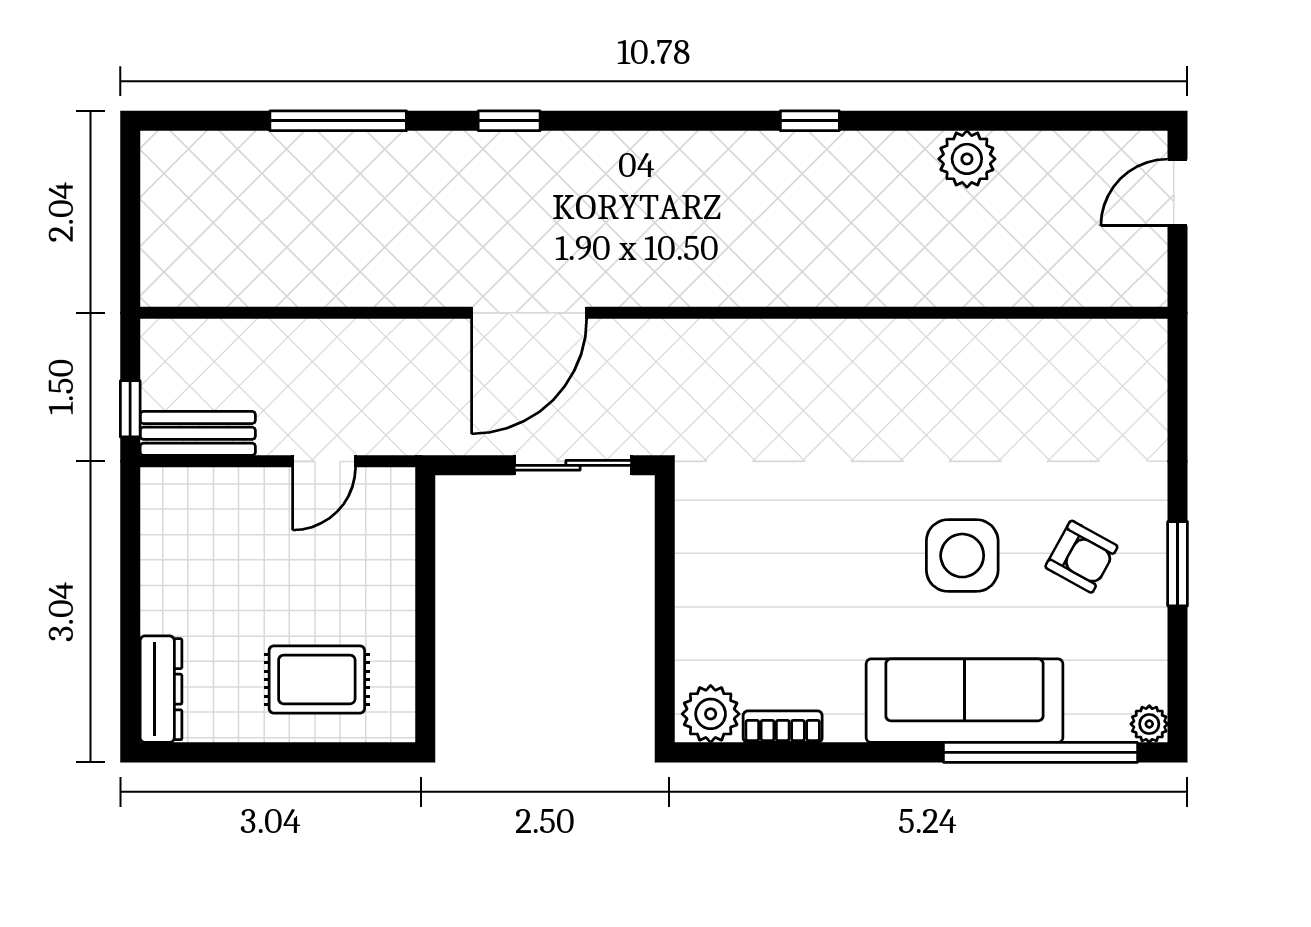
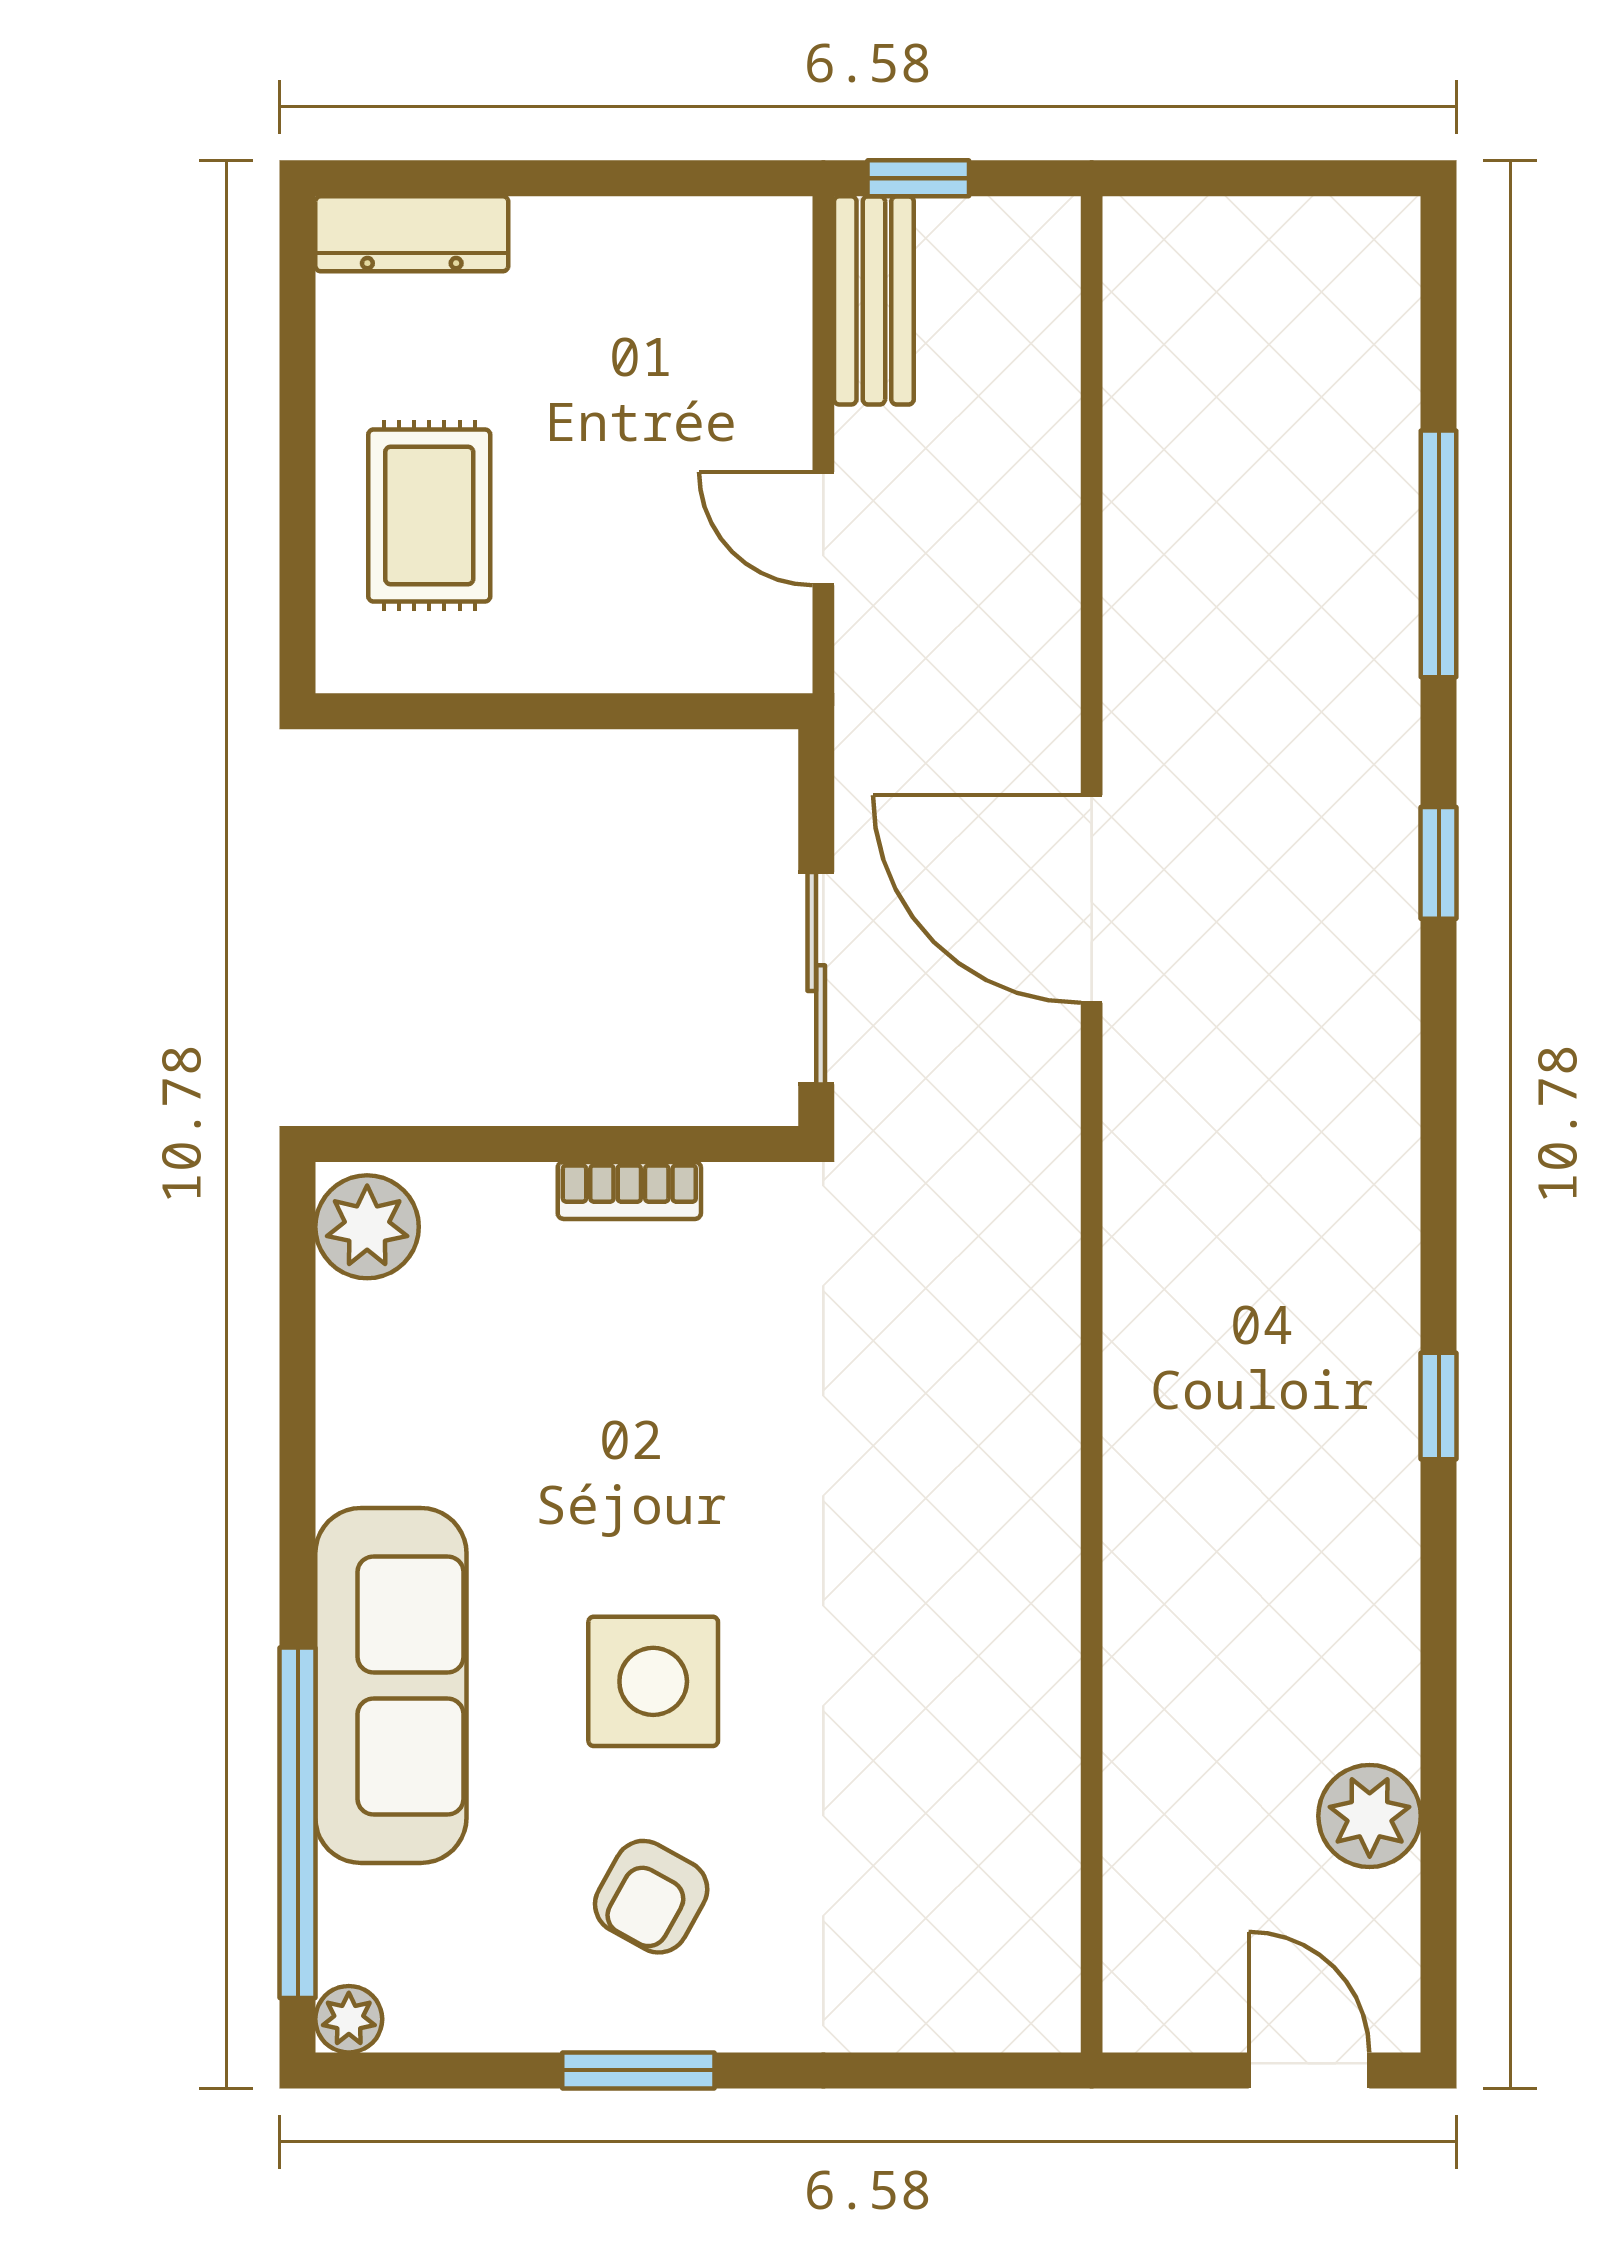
plant: (967, 159) -> (1370, 1816), moved
bookcase: (783, 727) -> (629, 1190), moved, turned 90

